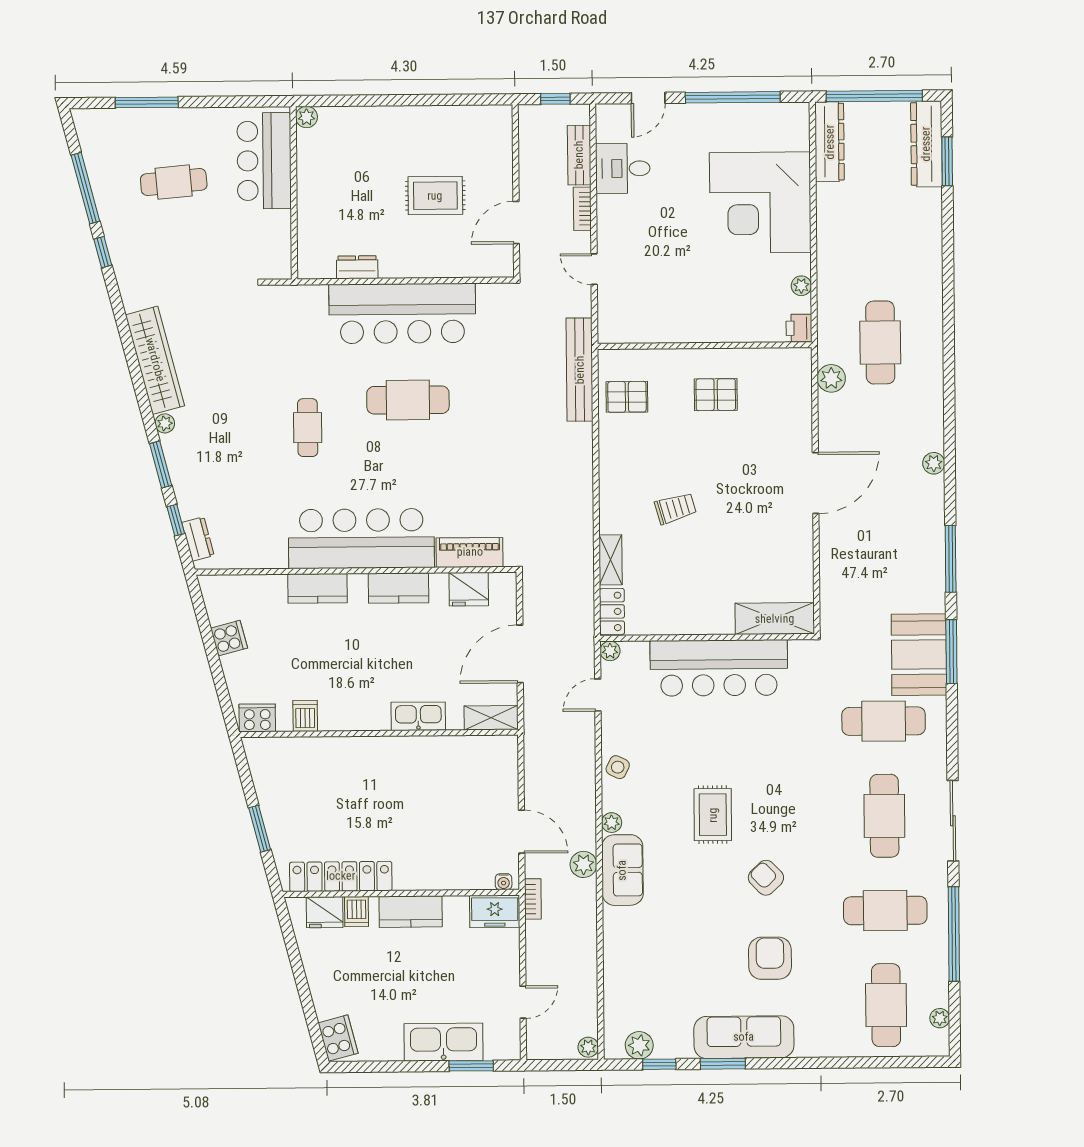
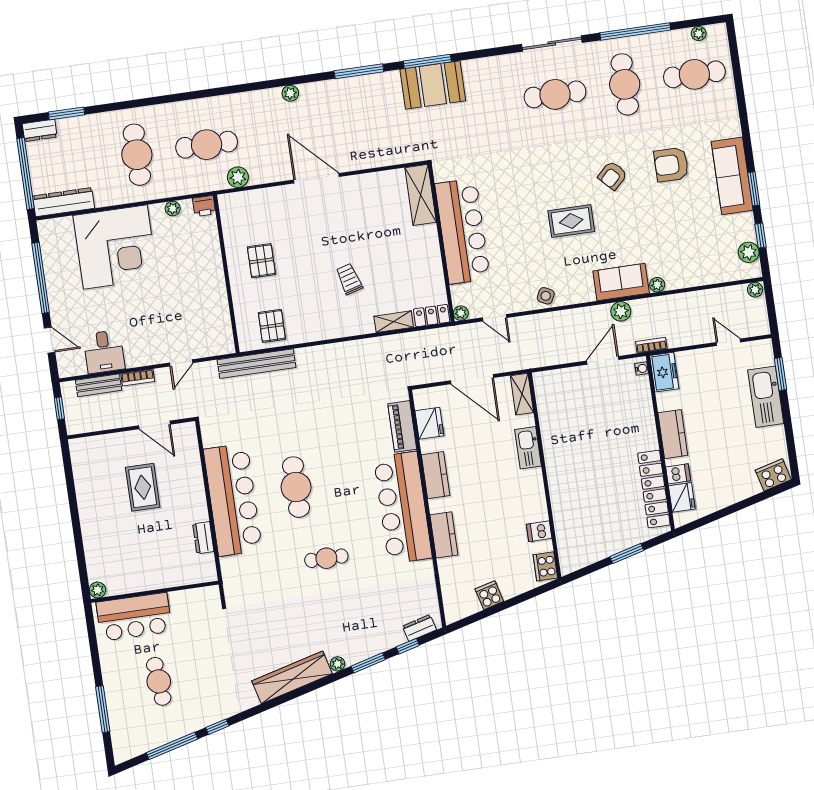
dresser: (926, 144) -> (40, 130), width x0.51, depth x0.80
cafe table: (884, 721) -> (137, 155), moved
plant: (612, 823) -> (657, 285), moved

